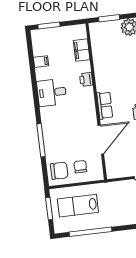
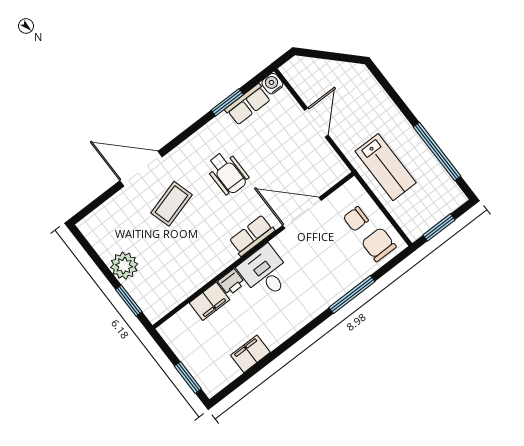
filing cabinet: (82, 50) -> (210, 301), moved
filing cabinet: (41, 62) -> (250, 354), width x2.00
desk: (52, 92) -> (265, 272), moved, turned 180
lab bench: (78, 206) -> (386, 167), moved

